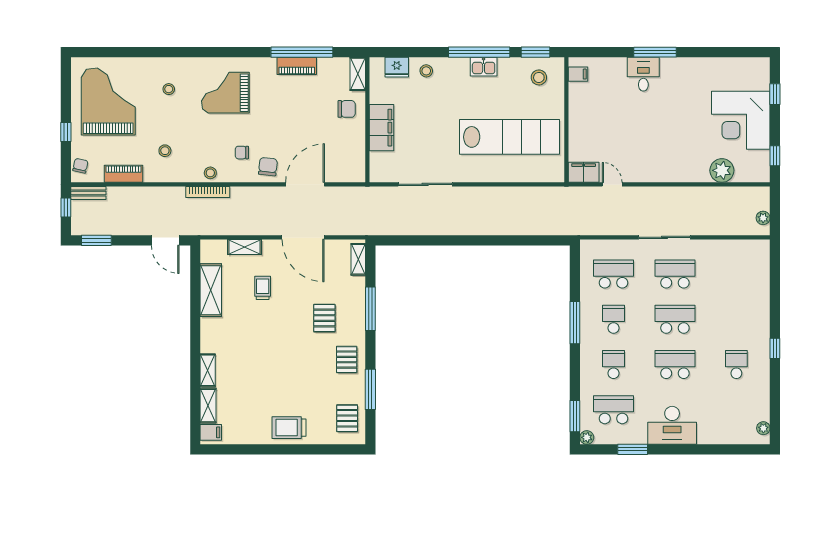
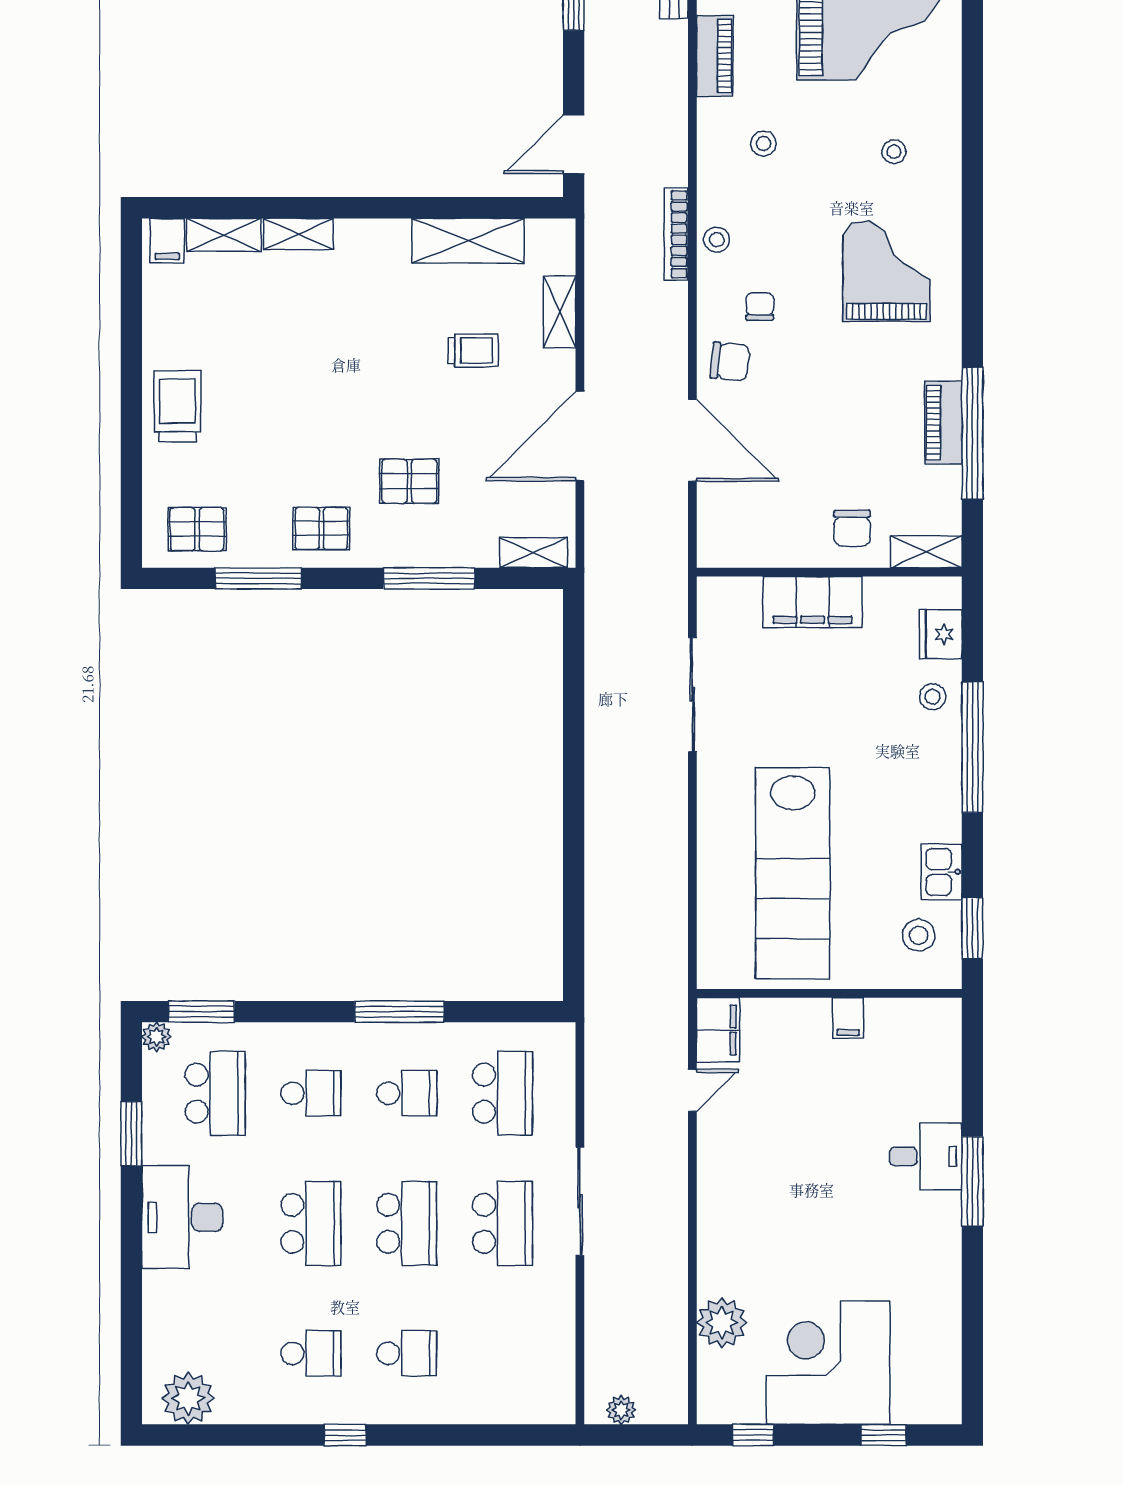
window: (479, 52) -> (972, 747), moved
kitchen sink: (484, 67) -> (942, 872), moved
filing cabinet: (578, 74) -> (848, 1018), moved
school desk: (736, 319) -> (407, 1353), added
plant: (763, 428) -> (188, 1398), width x1.88, depth x1.88

